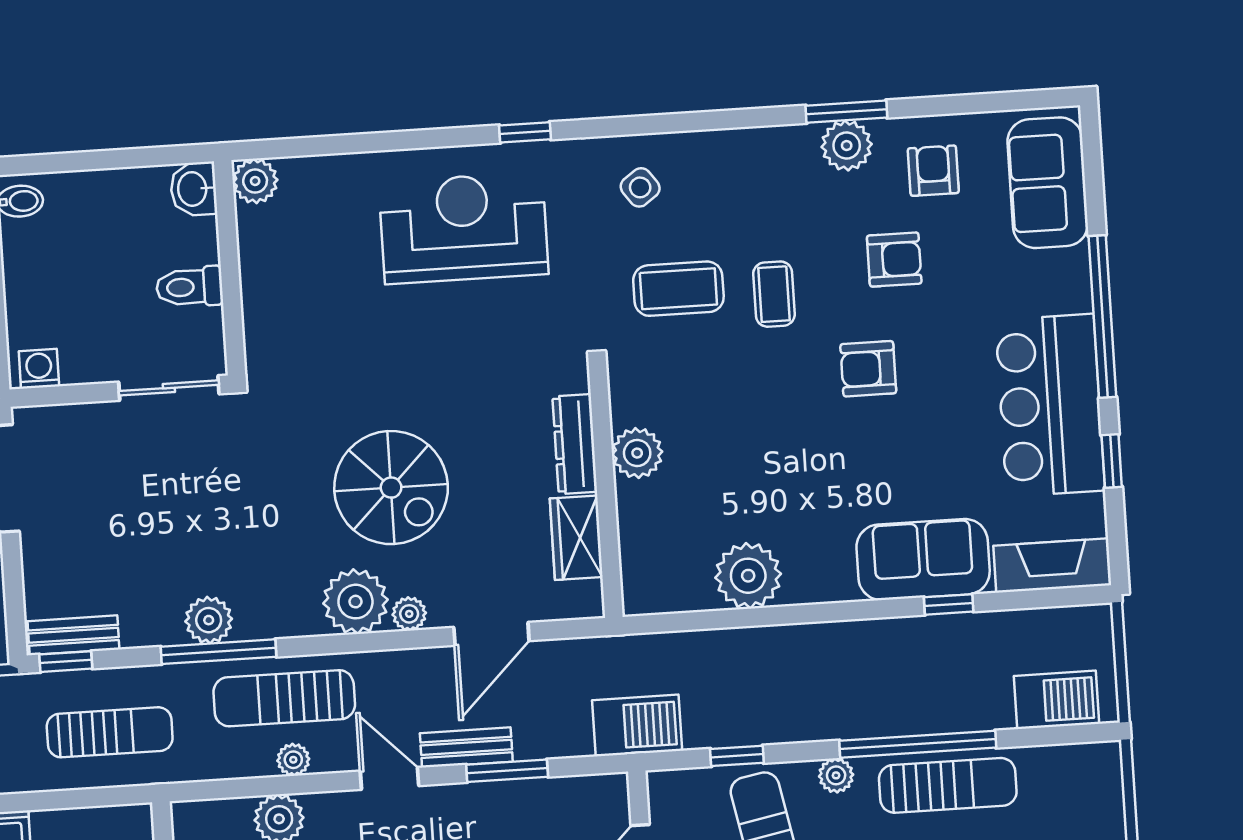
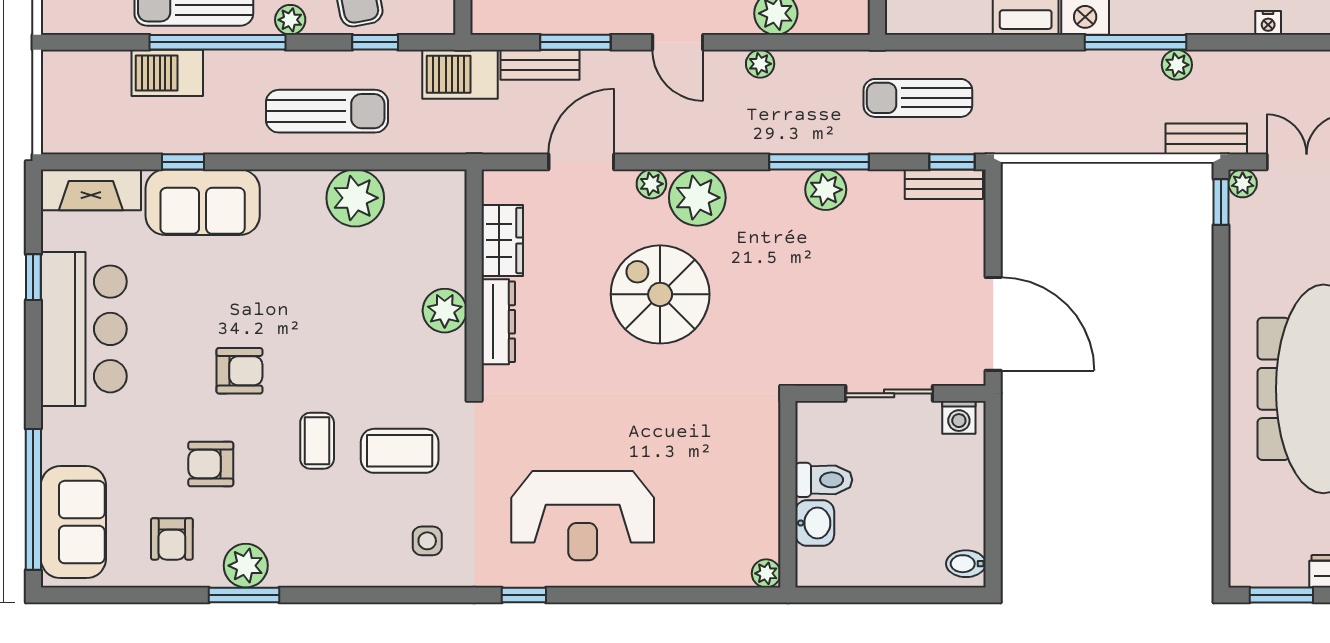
plant: (255, 181) -> (766, 573), width x0.73, depth x0.73
side table: (640, 187) -> (427, 541), turned 36
washbasin: (194, 189) -> (815, 523), moved
window: (1102, 317) -> (33, 499), moved
sliding door: (169, 388) -> (889, 393), moved
sun lounger: (284, 698) -> (327, 111), moved
barbecue: (1057, 700) -> (167, 73), moved
bench: (466, 747) -> (540, 65), moved

